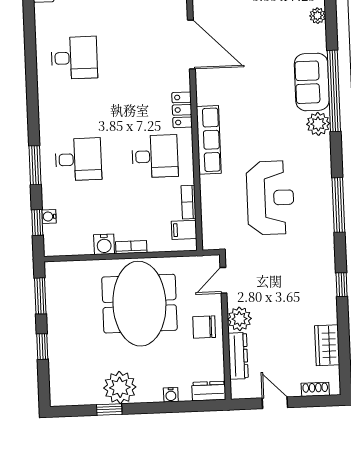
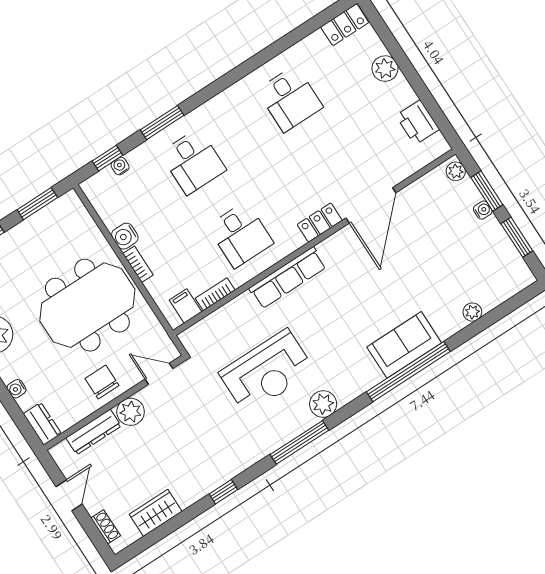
locker: (182, 110) -> (320, 222), moved
plant: (318, 124) -> (323, 404), moved

